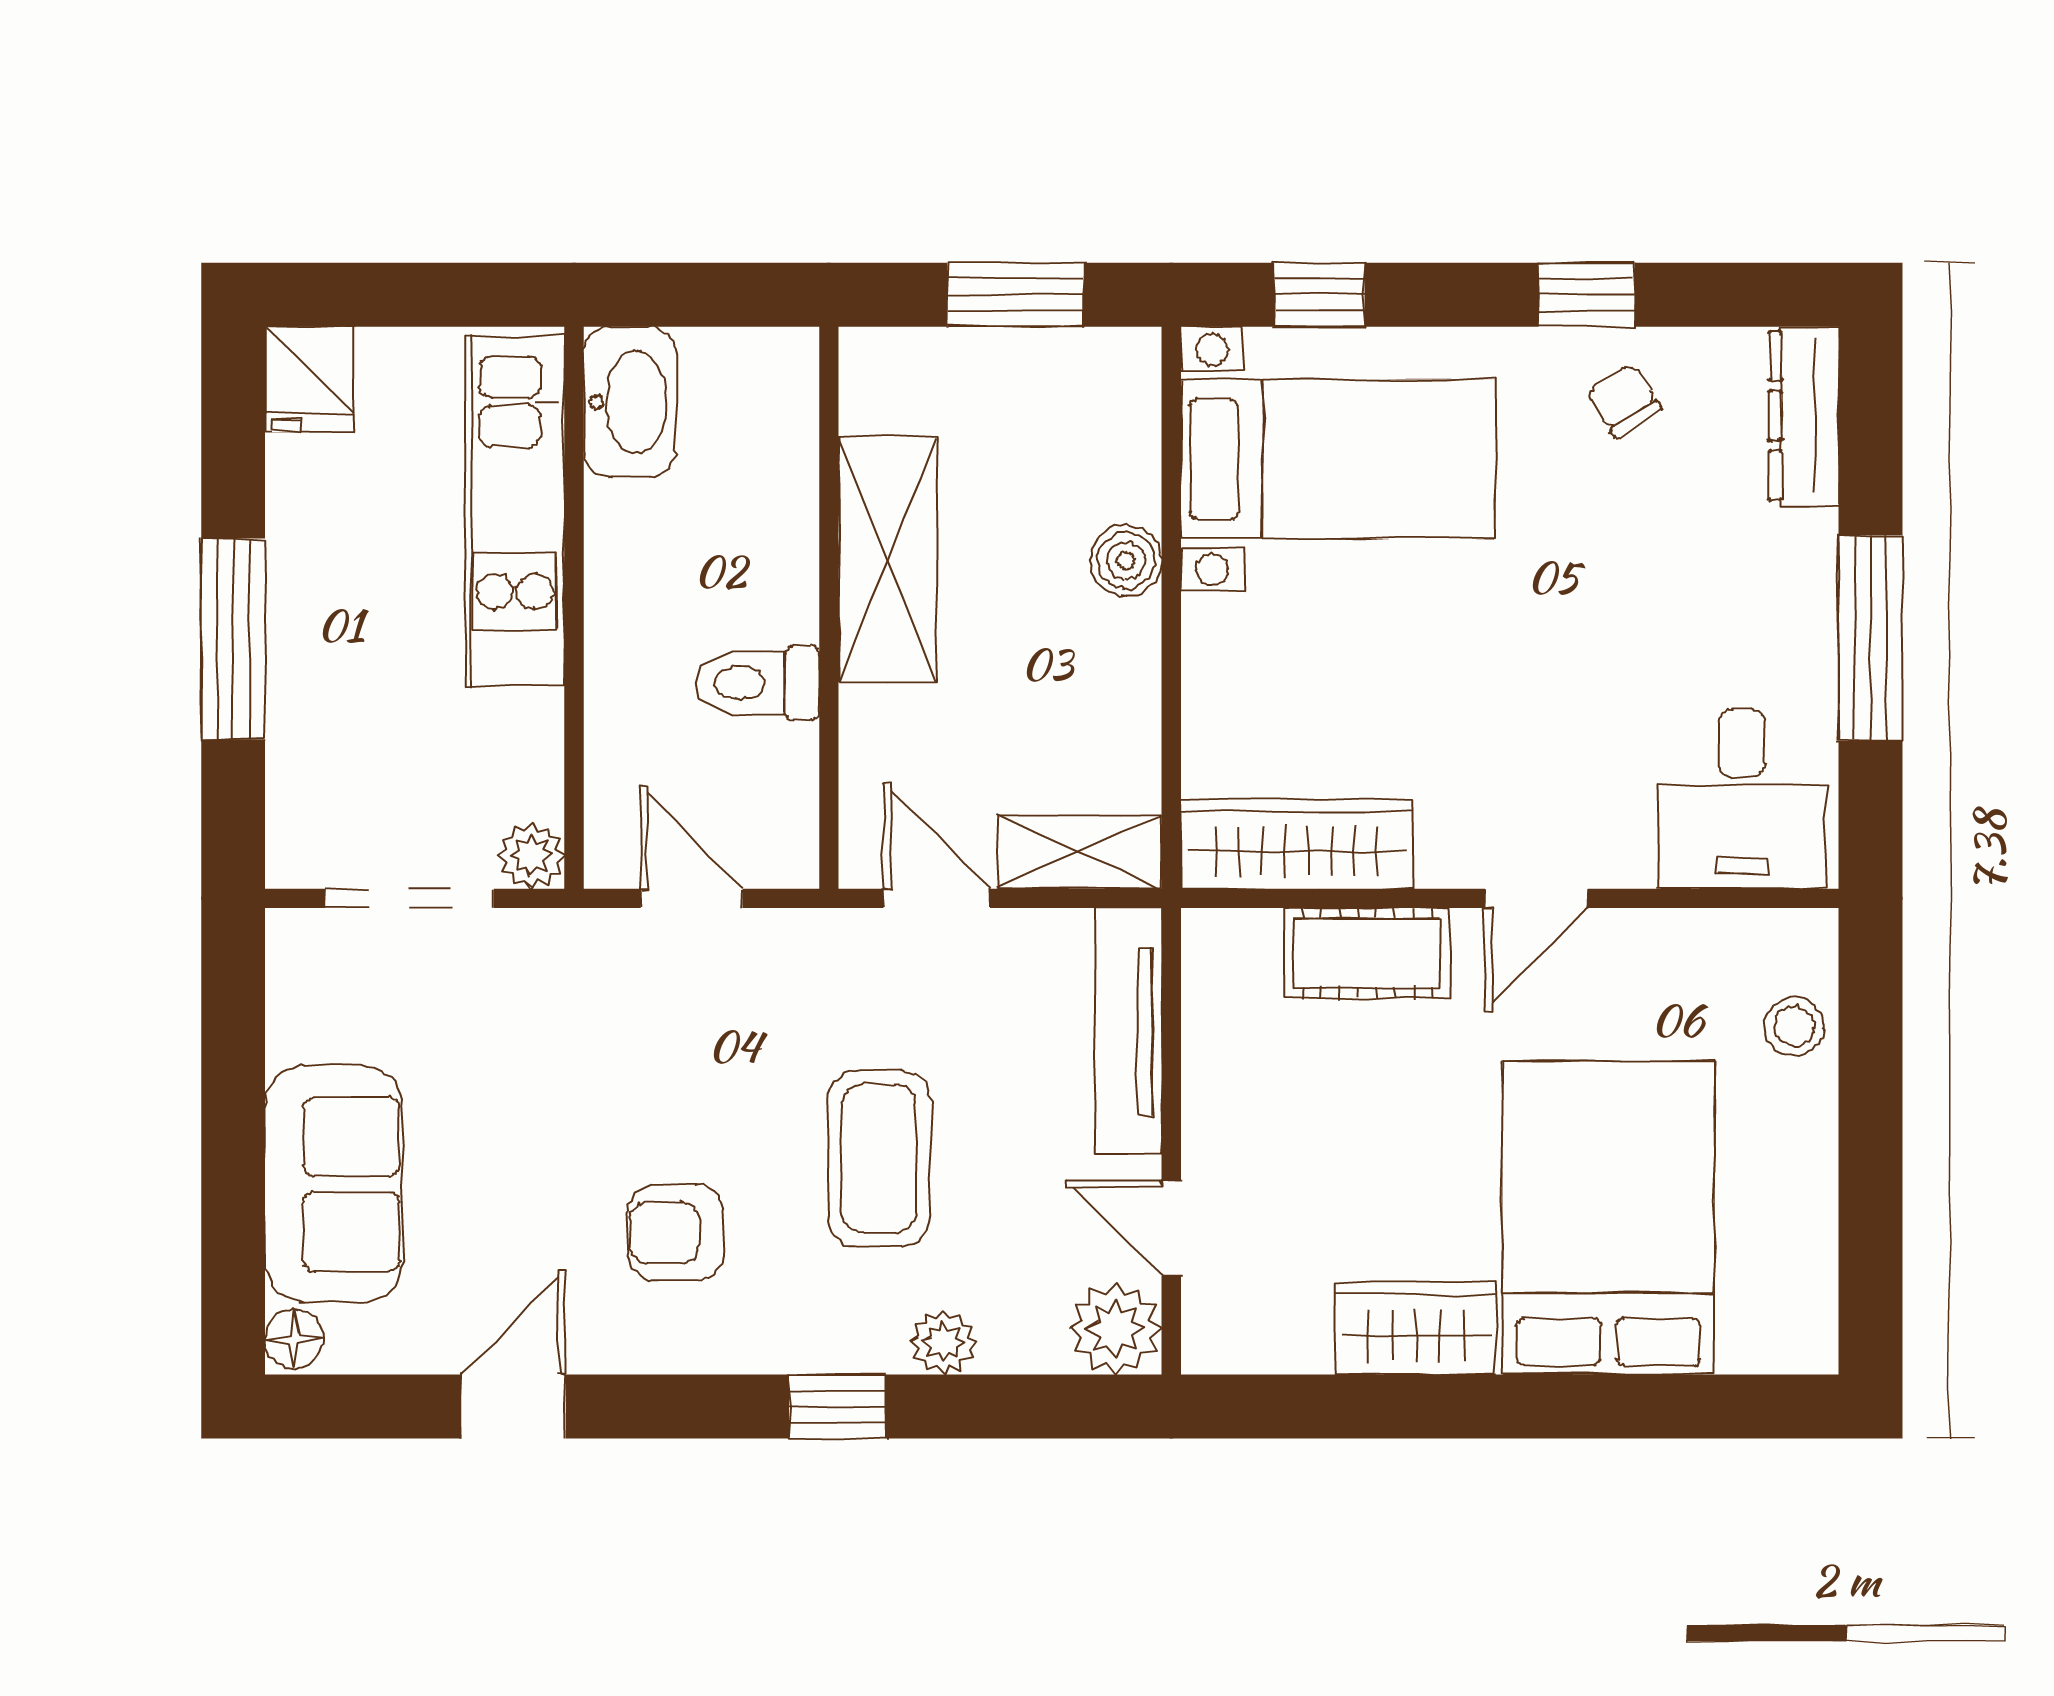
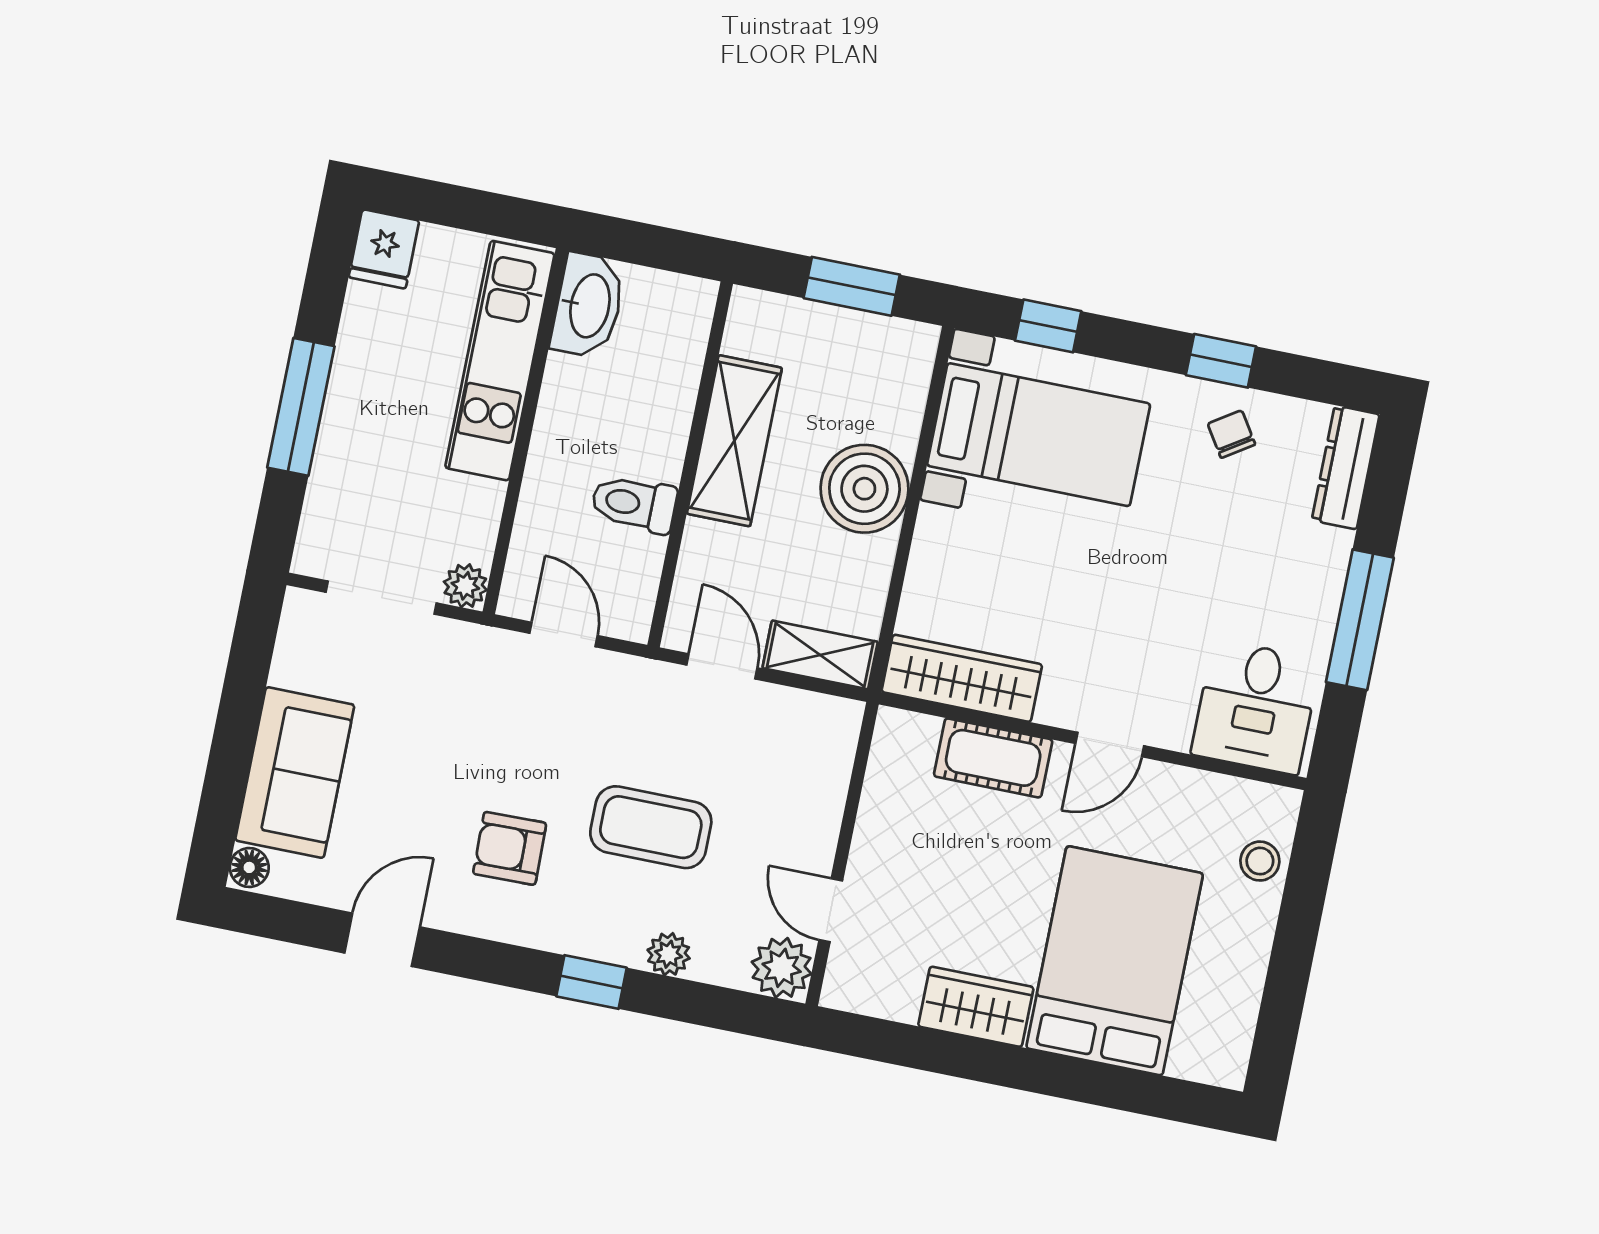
boiler: (1126, 561) -> (864, 489), width x1.86, depth x1.86
tv unit: (1128, 1032) -> (828, 778), removed
coffee table: (879, 1159) -> (651, 827), turned 90

